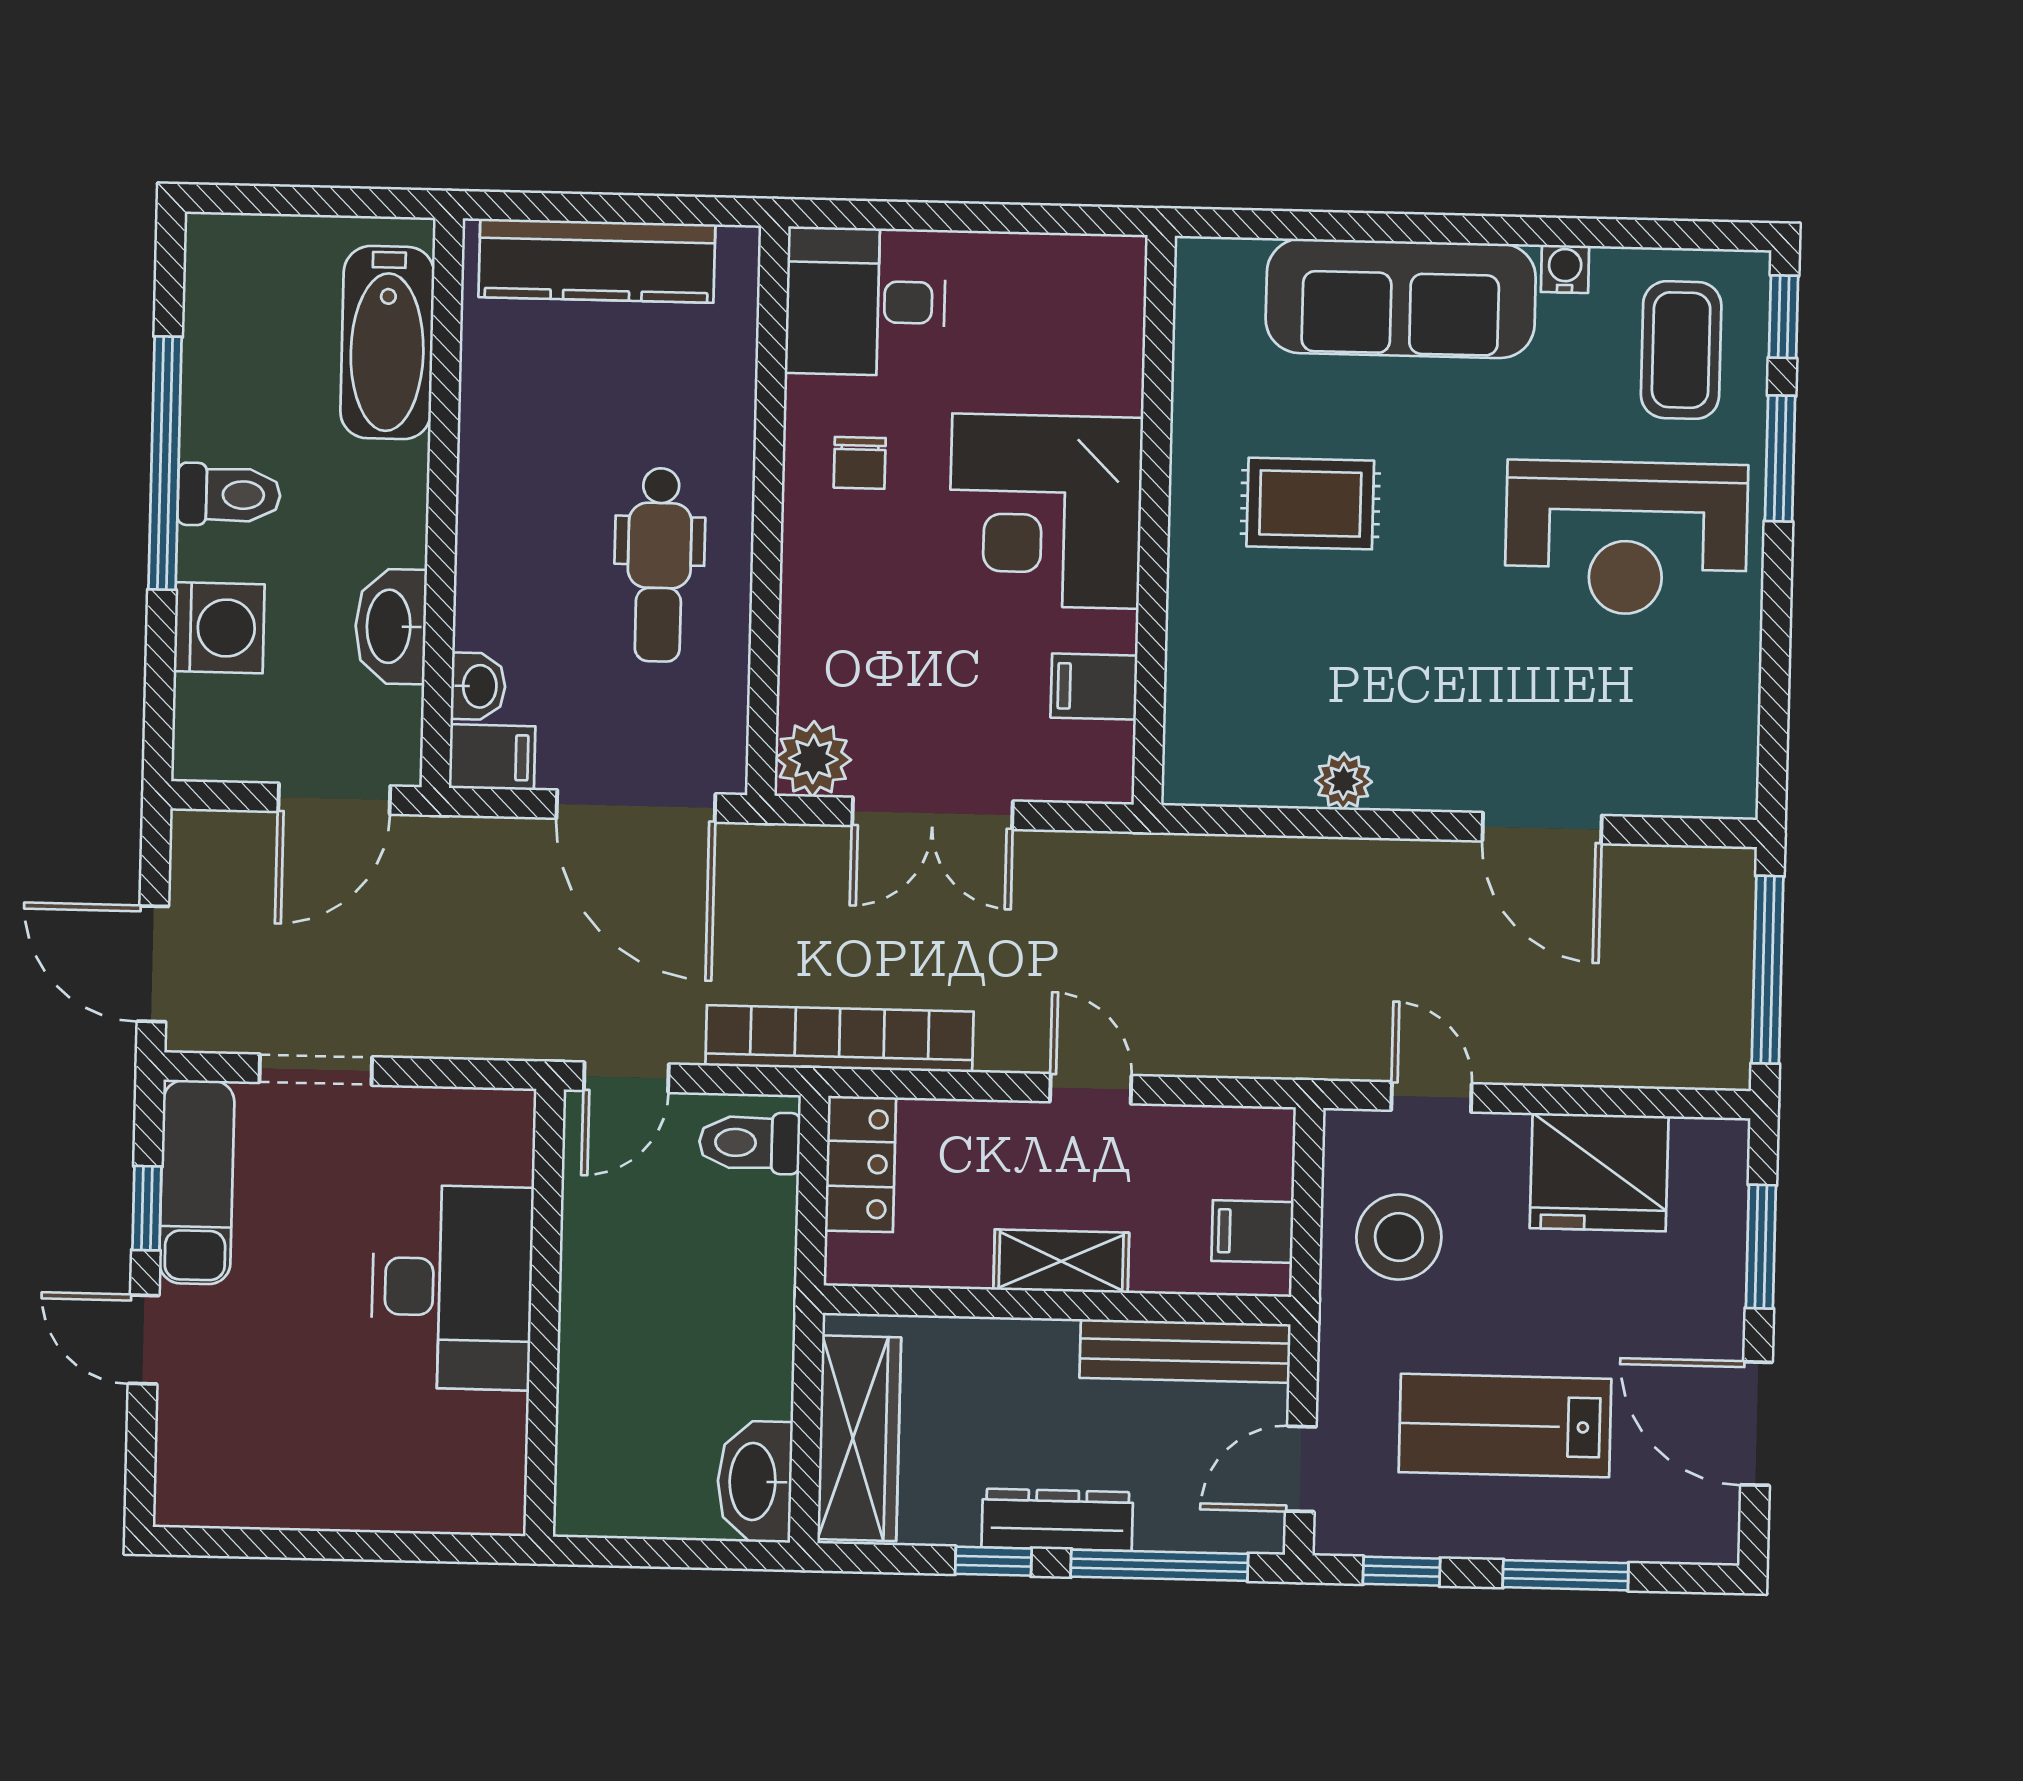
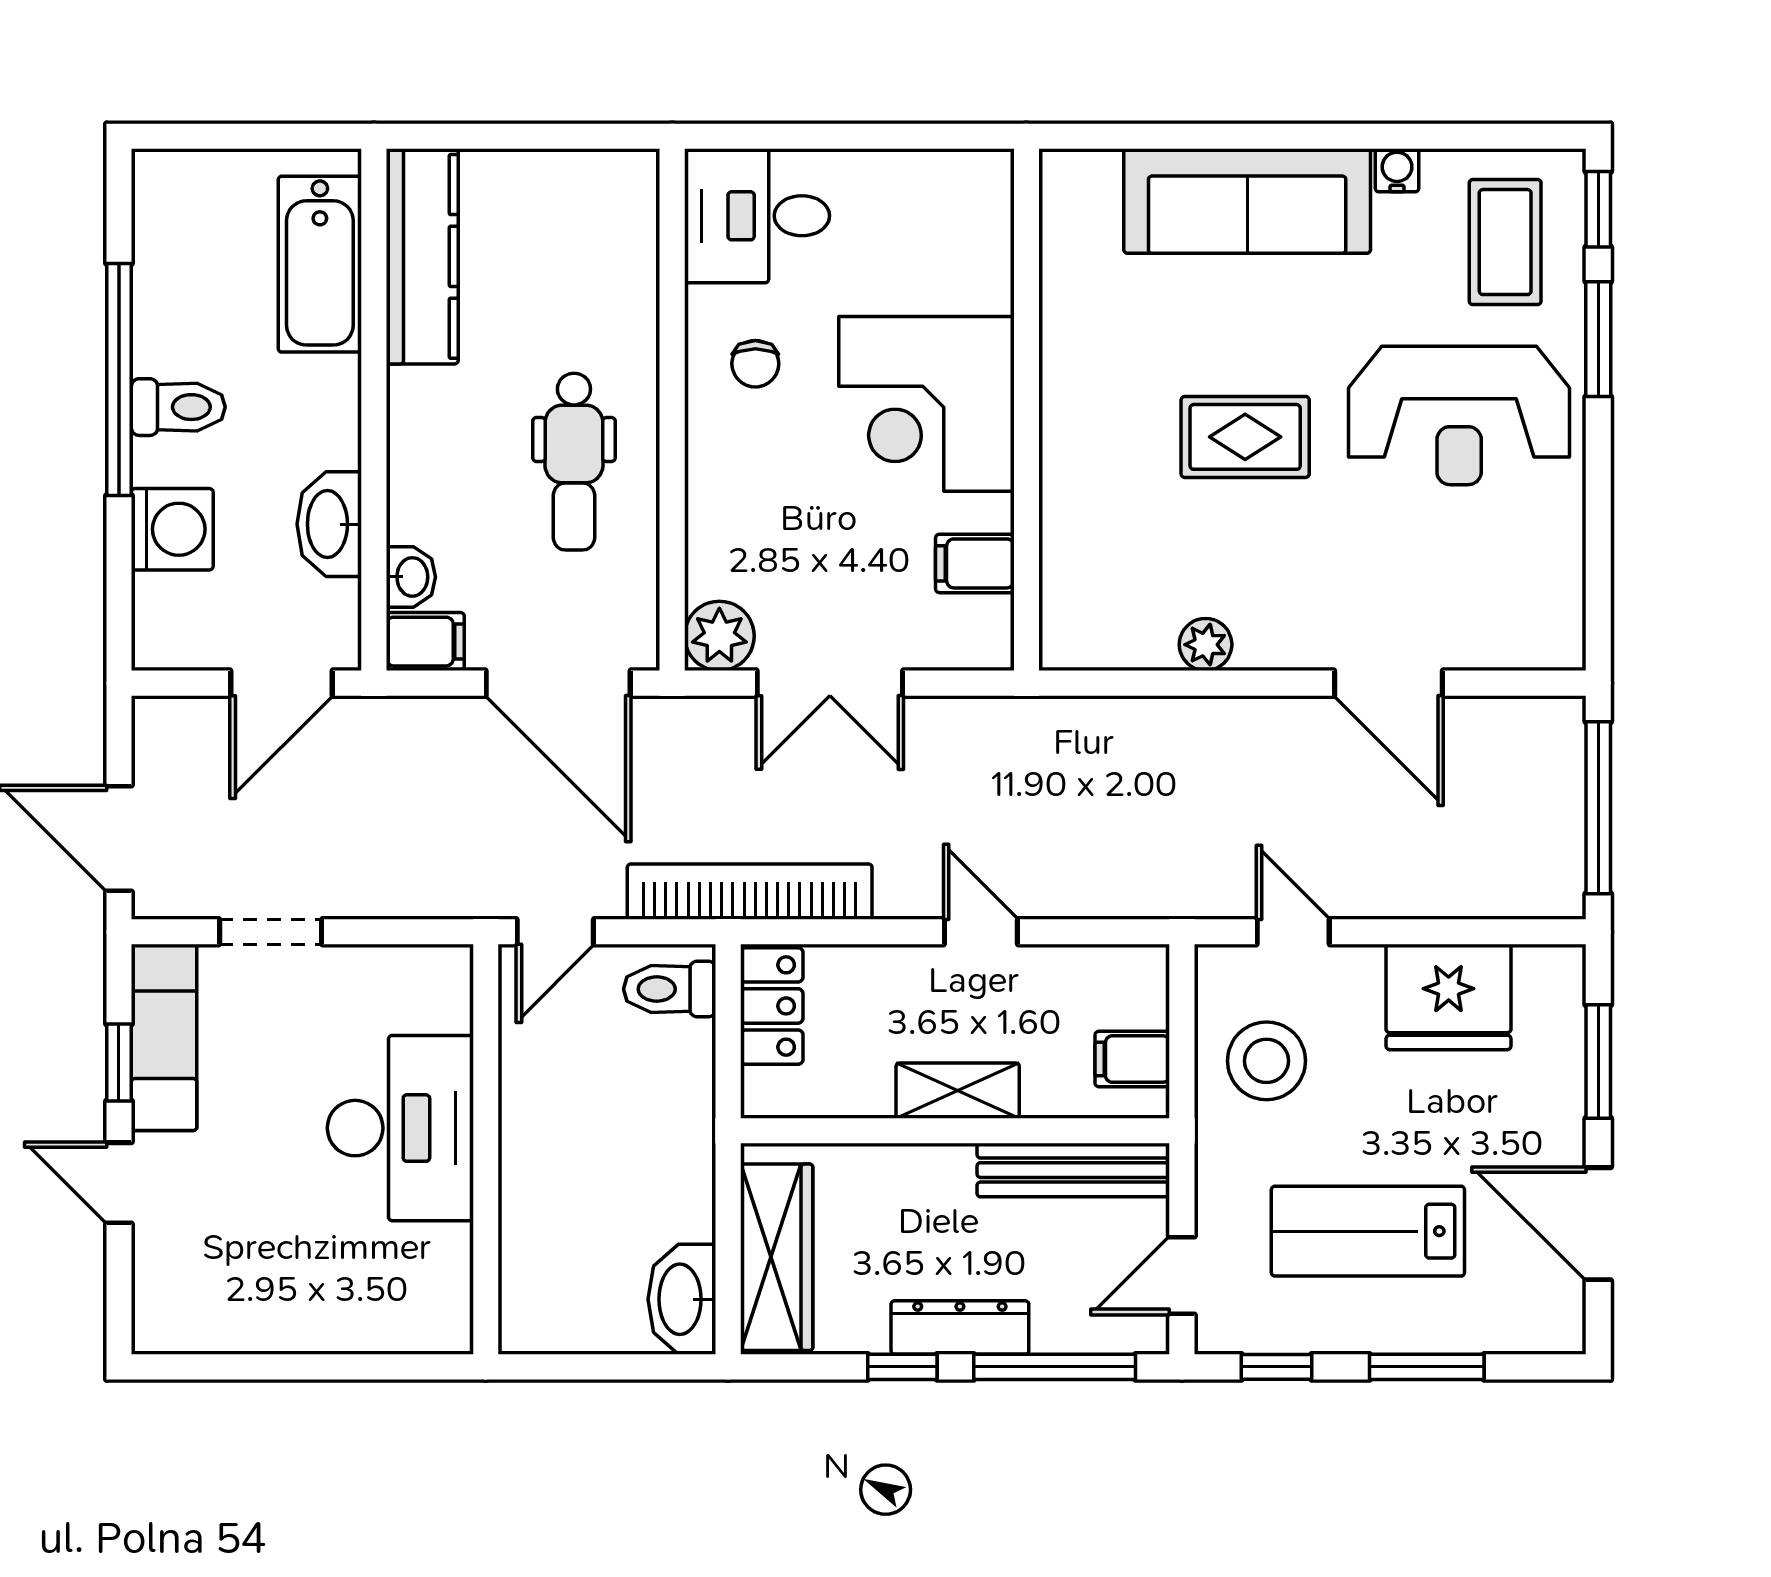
kitchen counter: (597, 261) -> (422, 256), moved, turned -90
rug: (1310, 504) -> (1245, 437), moved

